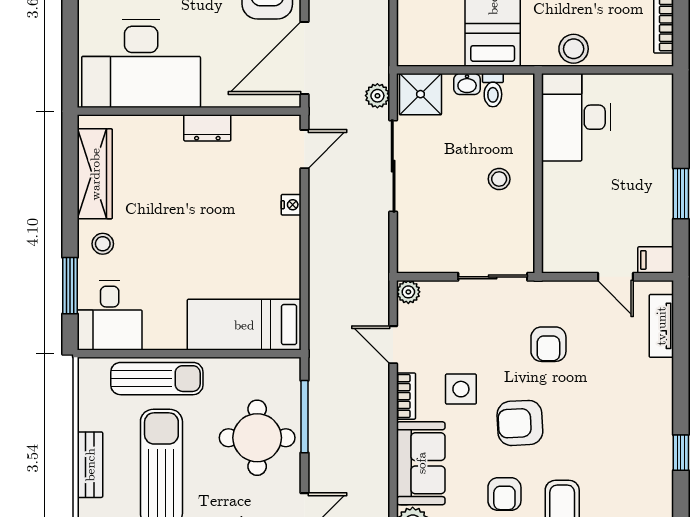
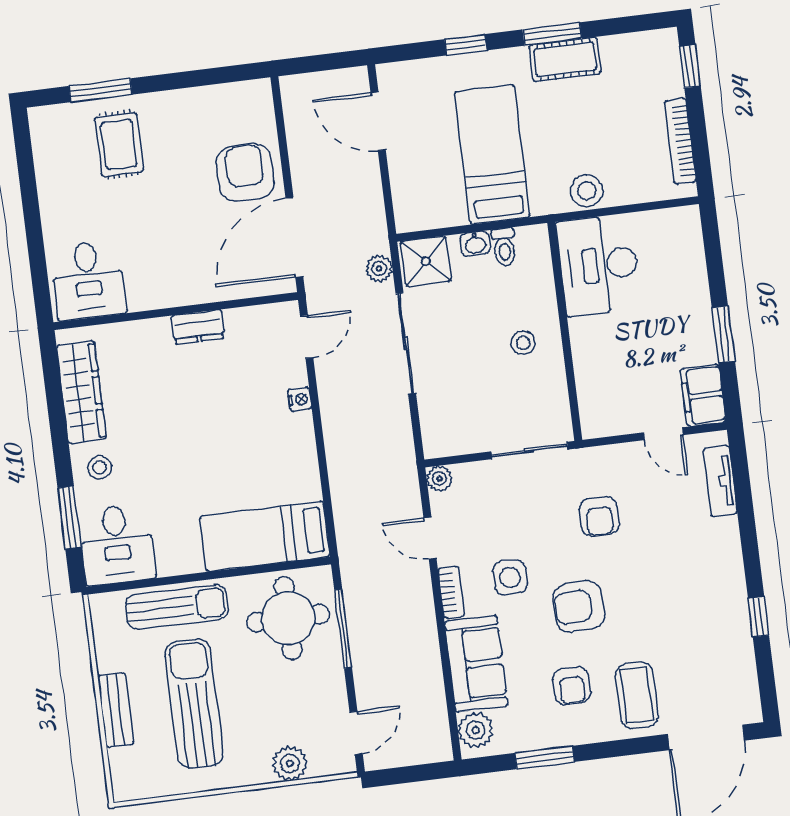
desk: (141, 63) -> (88, 280), width x0.53, depth x0.77
filing cabinet: (656, 260) -> (703, 395), width x2.00
round table: (257, 438) -> (288, 618), moved

